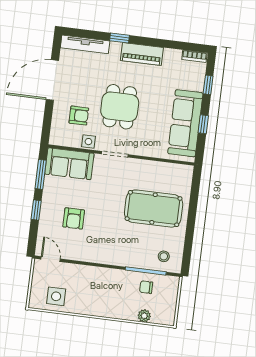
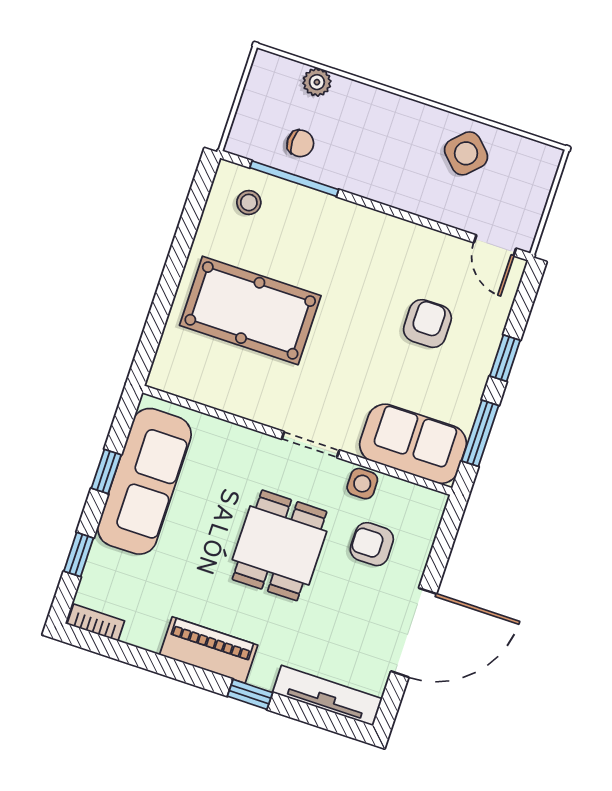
side table: (56, 296) -> (466, 153), moved, turned 45

